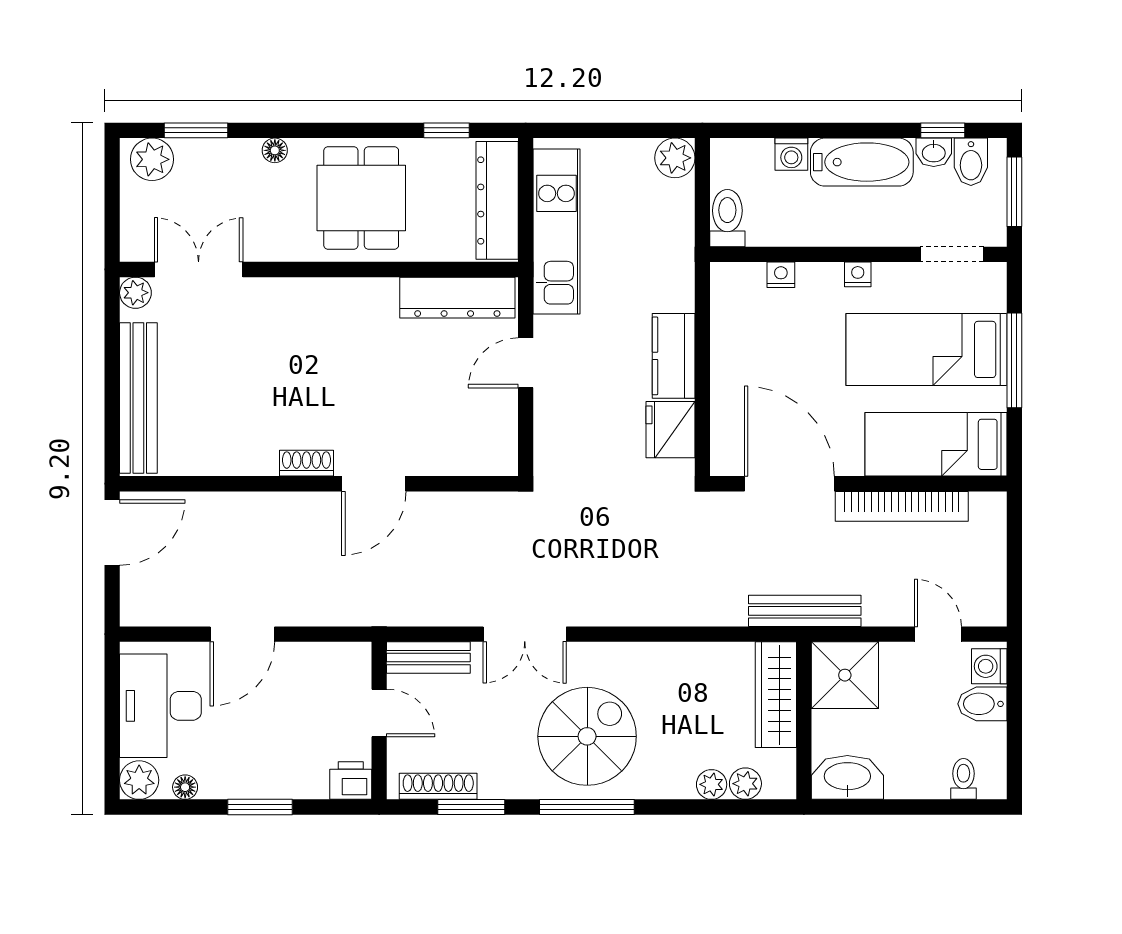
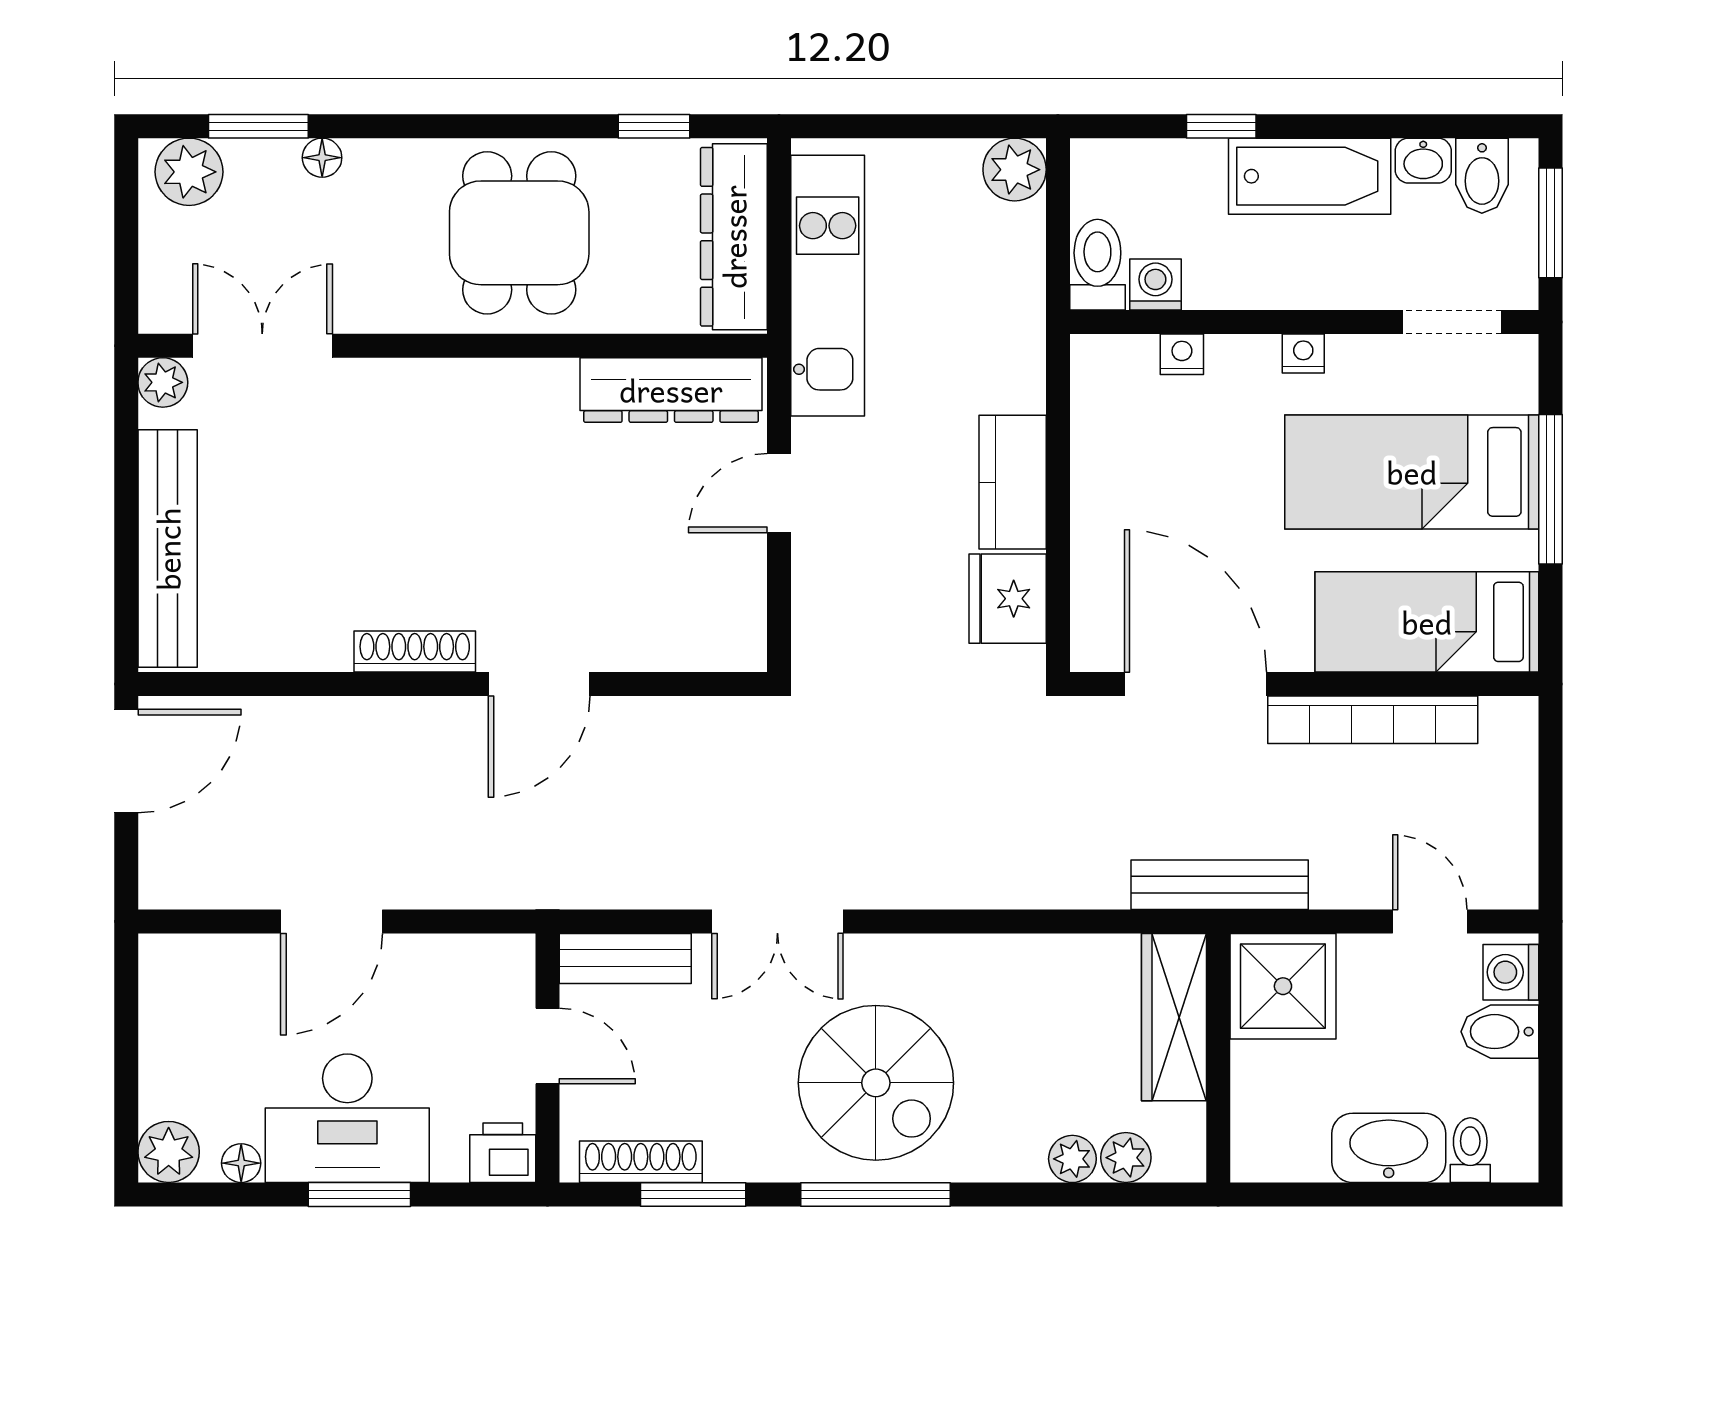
window: (943, 130) -> (1221, 126), moved
floor lamp: (275, 150) -> (322, 158), moved
washing machine: (791, 154) -> (1155, 285), moved, turned 180
shoe rack: (306, 463) -> (415, 652), width x1.43
desk: (160, 706) -> (347, 1118), moved, turned -90
spiral stairs: (587, 736) -> (876, 1083), turned 90
washbasin: (847, 777) -> (1389, 1148), moved

